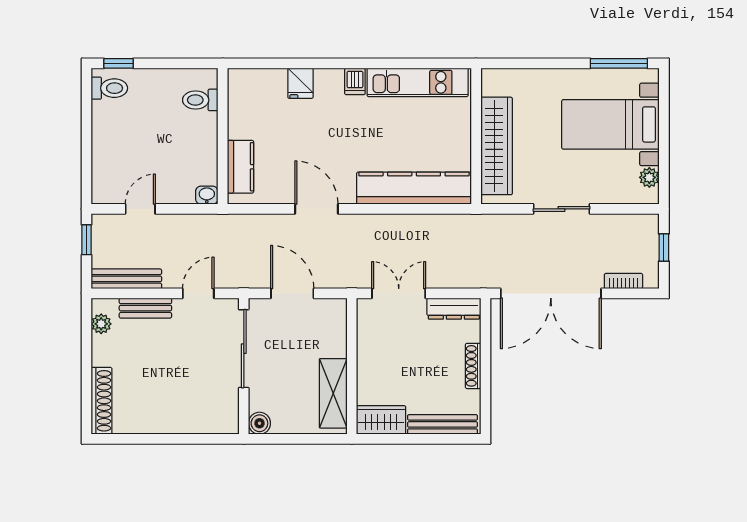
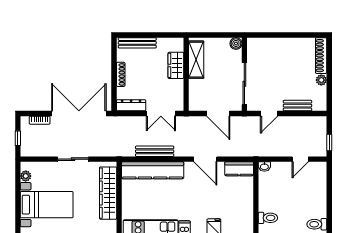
kitchen counter: (240, 167) -> (239, 169), moved, turned -90
bench: (126, 279) -> (155, 151), moved
plant: (101, 324) -> (321, 80), moved
wardrobe: (381, 420) -> (176, 65), moved, turned 90

